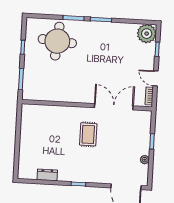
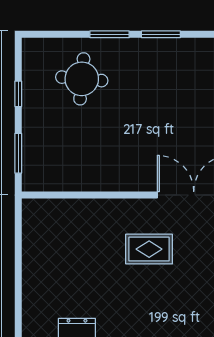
round table: (57, 41) -> (82, 79), width x0.73, depth x0.73
rug: (88, 134) -> (149, 249), turned 90

